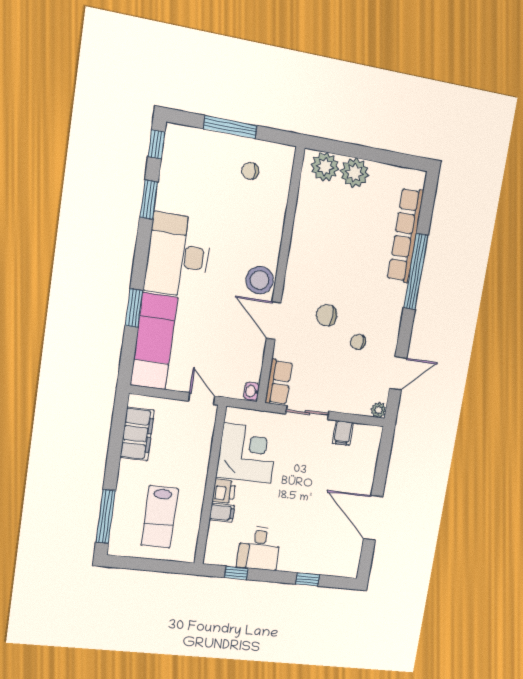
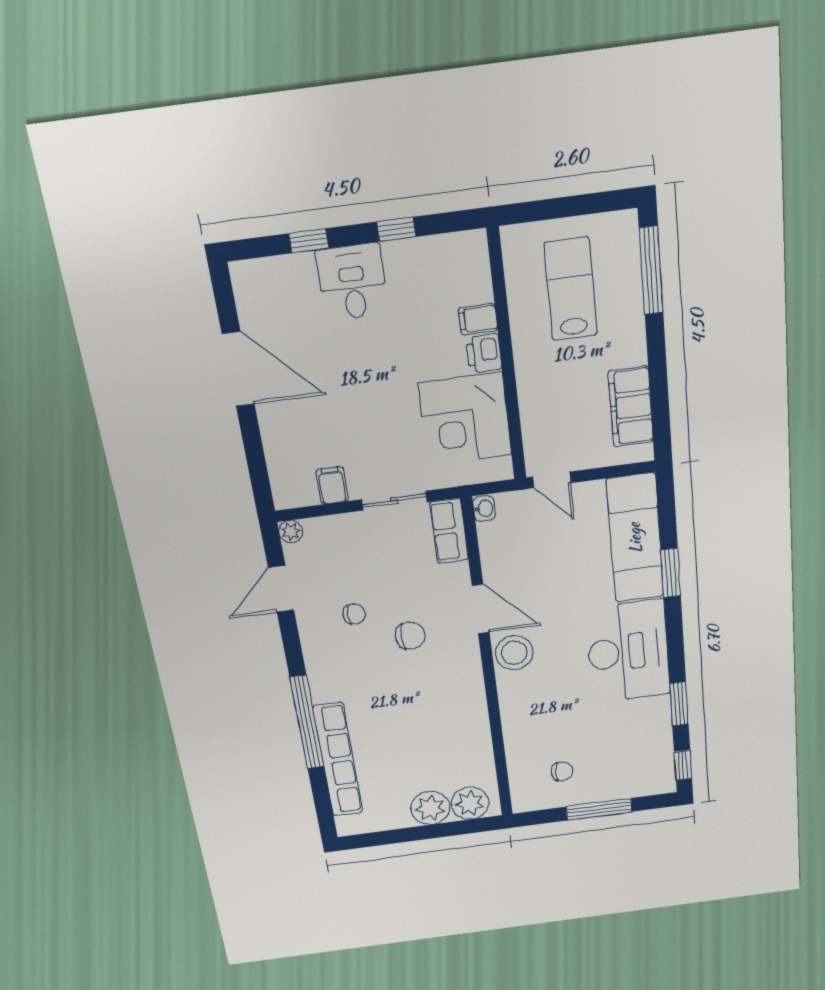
desk: (259, 548) -> (352, 282), moved
window: (236, 573) -> (396, 229), moved

